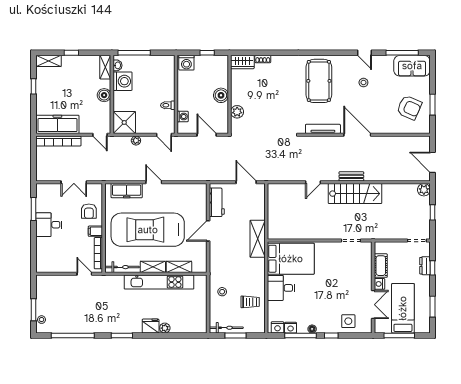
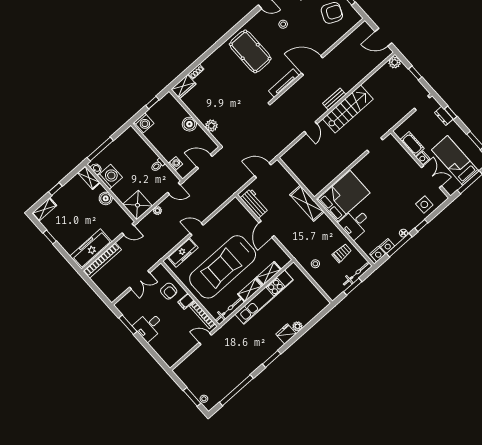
bicycle: (226, 328) -> (356, 274), moved

